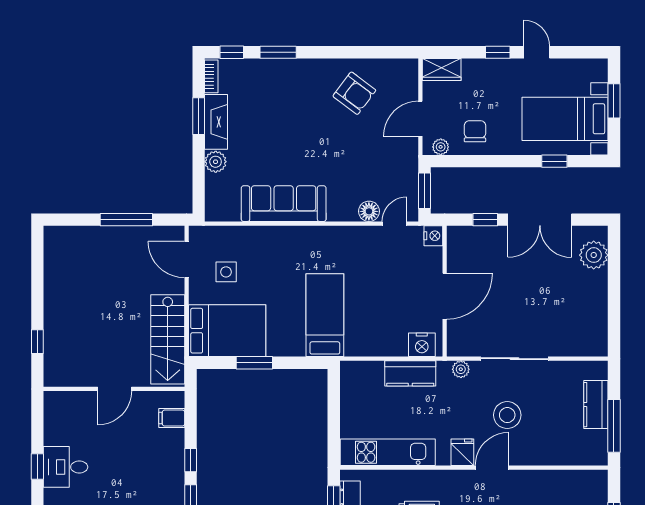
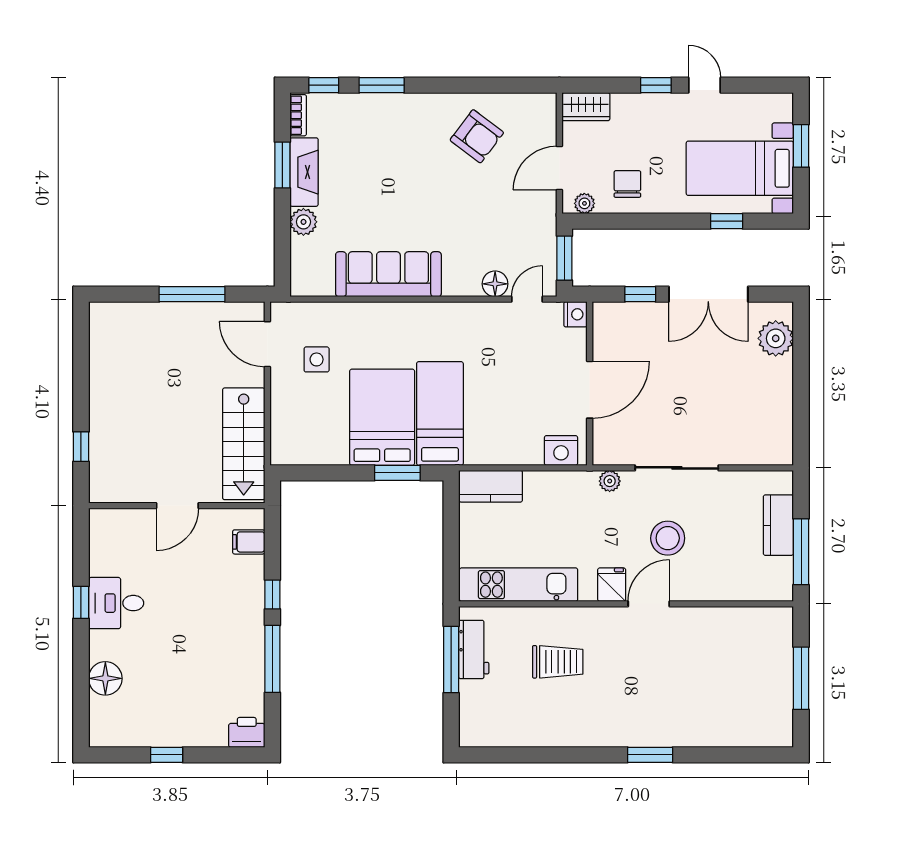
bed: (227, 331) -> (382, 417), moved, turned -90
window: (254, 363) -> (397, 473), moved
kitchen counter: (410, 373) -> (491, 486), moved

